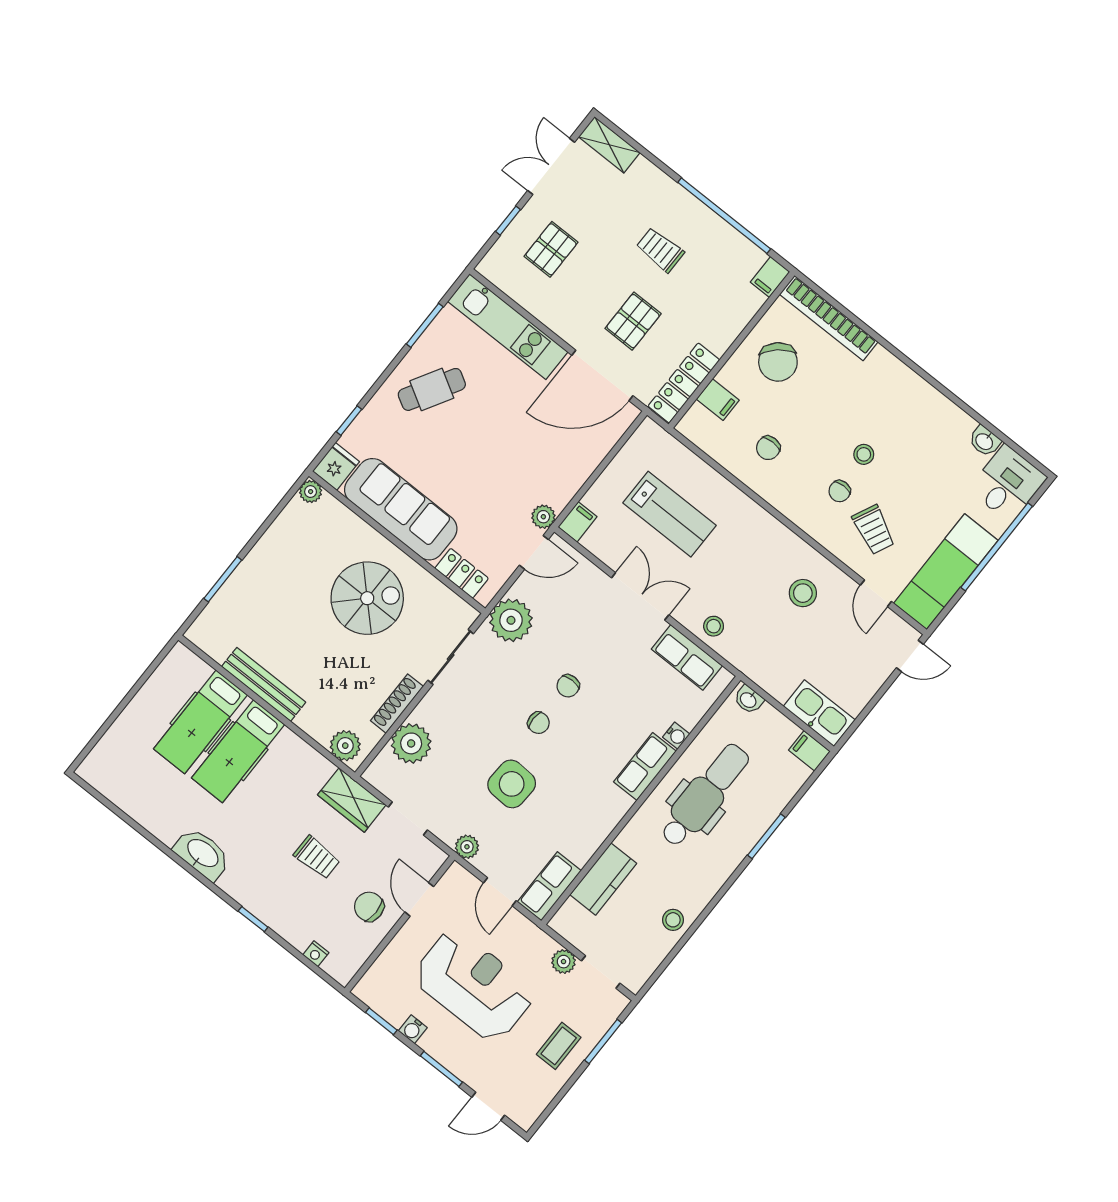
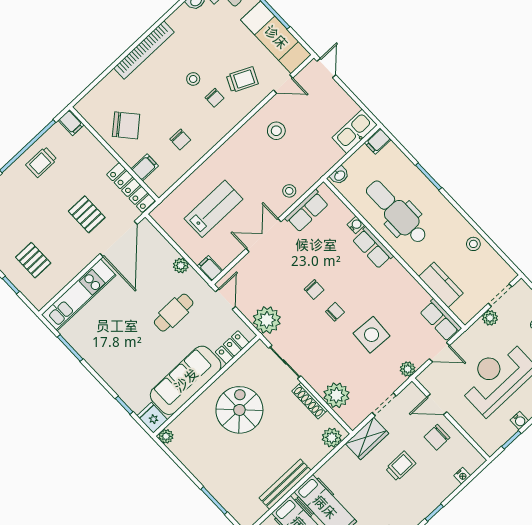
trolley: (660, 250) -> (41, 162), moved
bookcase: (829, 318) -> (144, 50), moved
cafe table: (432, 389) -> (174, 313), moved, turned 60
plant: (543, 517) -> (181, 266), moved

